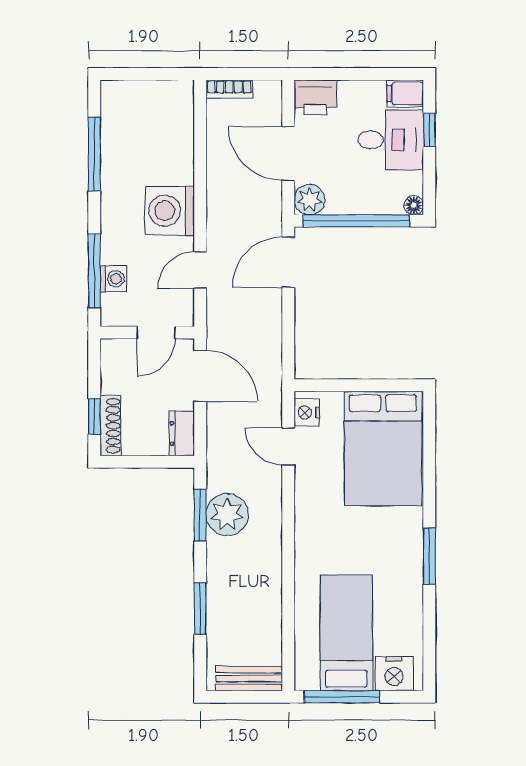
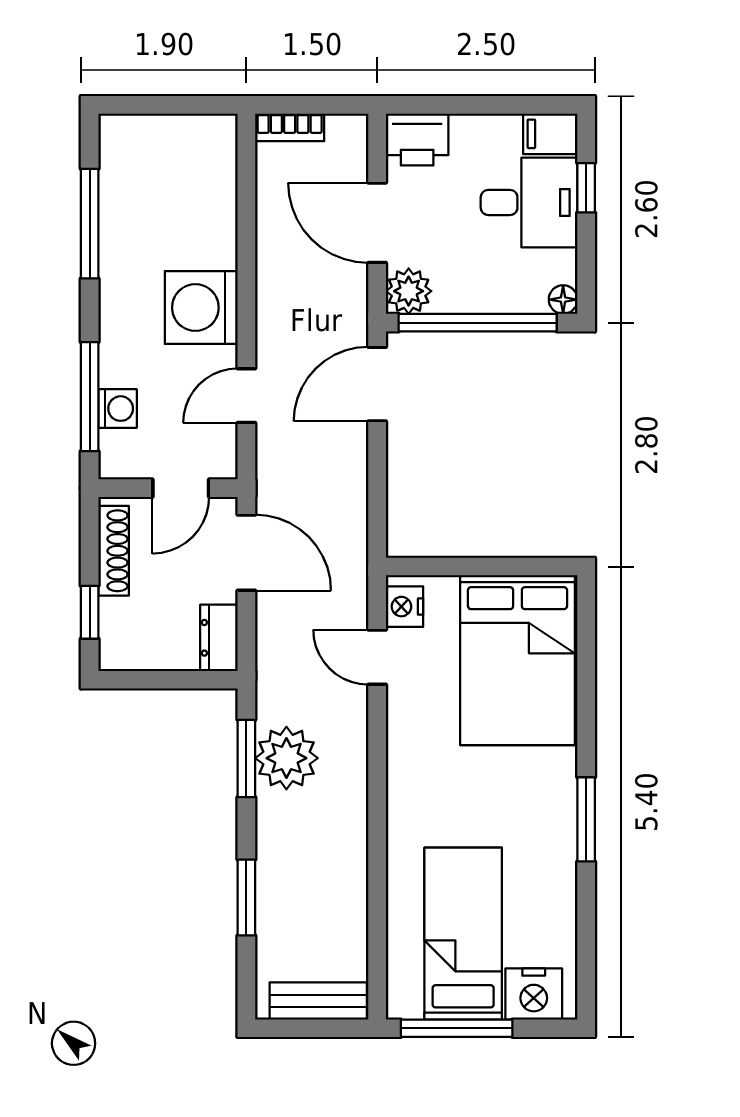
shoe rack: (111, 426) -> (114, 551), moved

